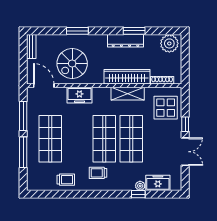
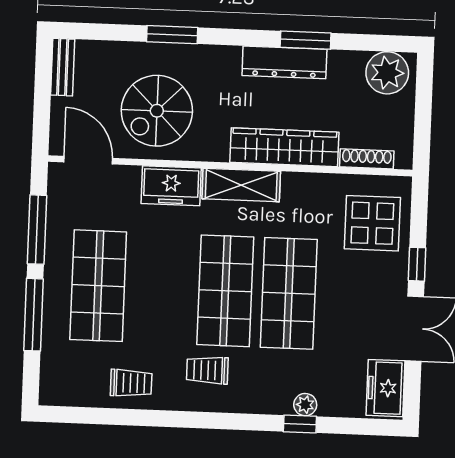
shelving: (128, 94) -> (241, 185), moved
freezer: (158, 183) -> (385, 388), moved, turned -90

